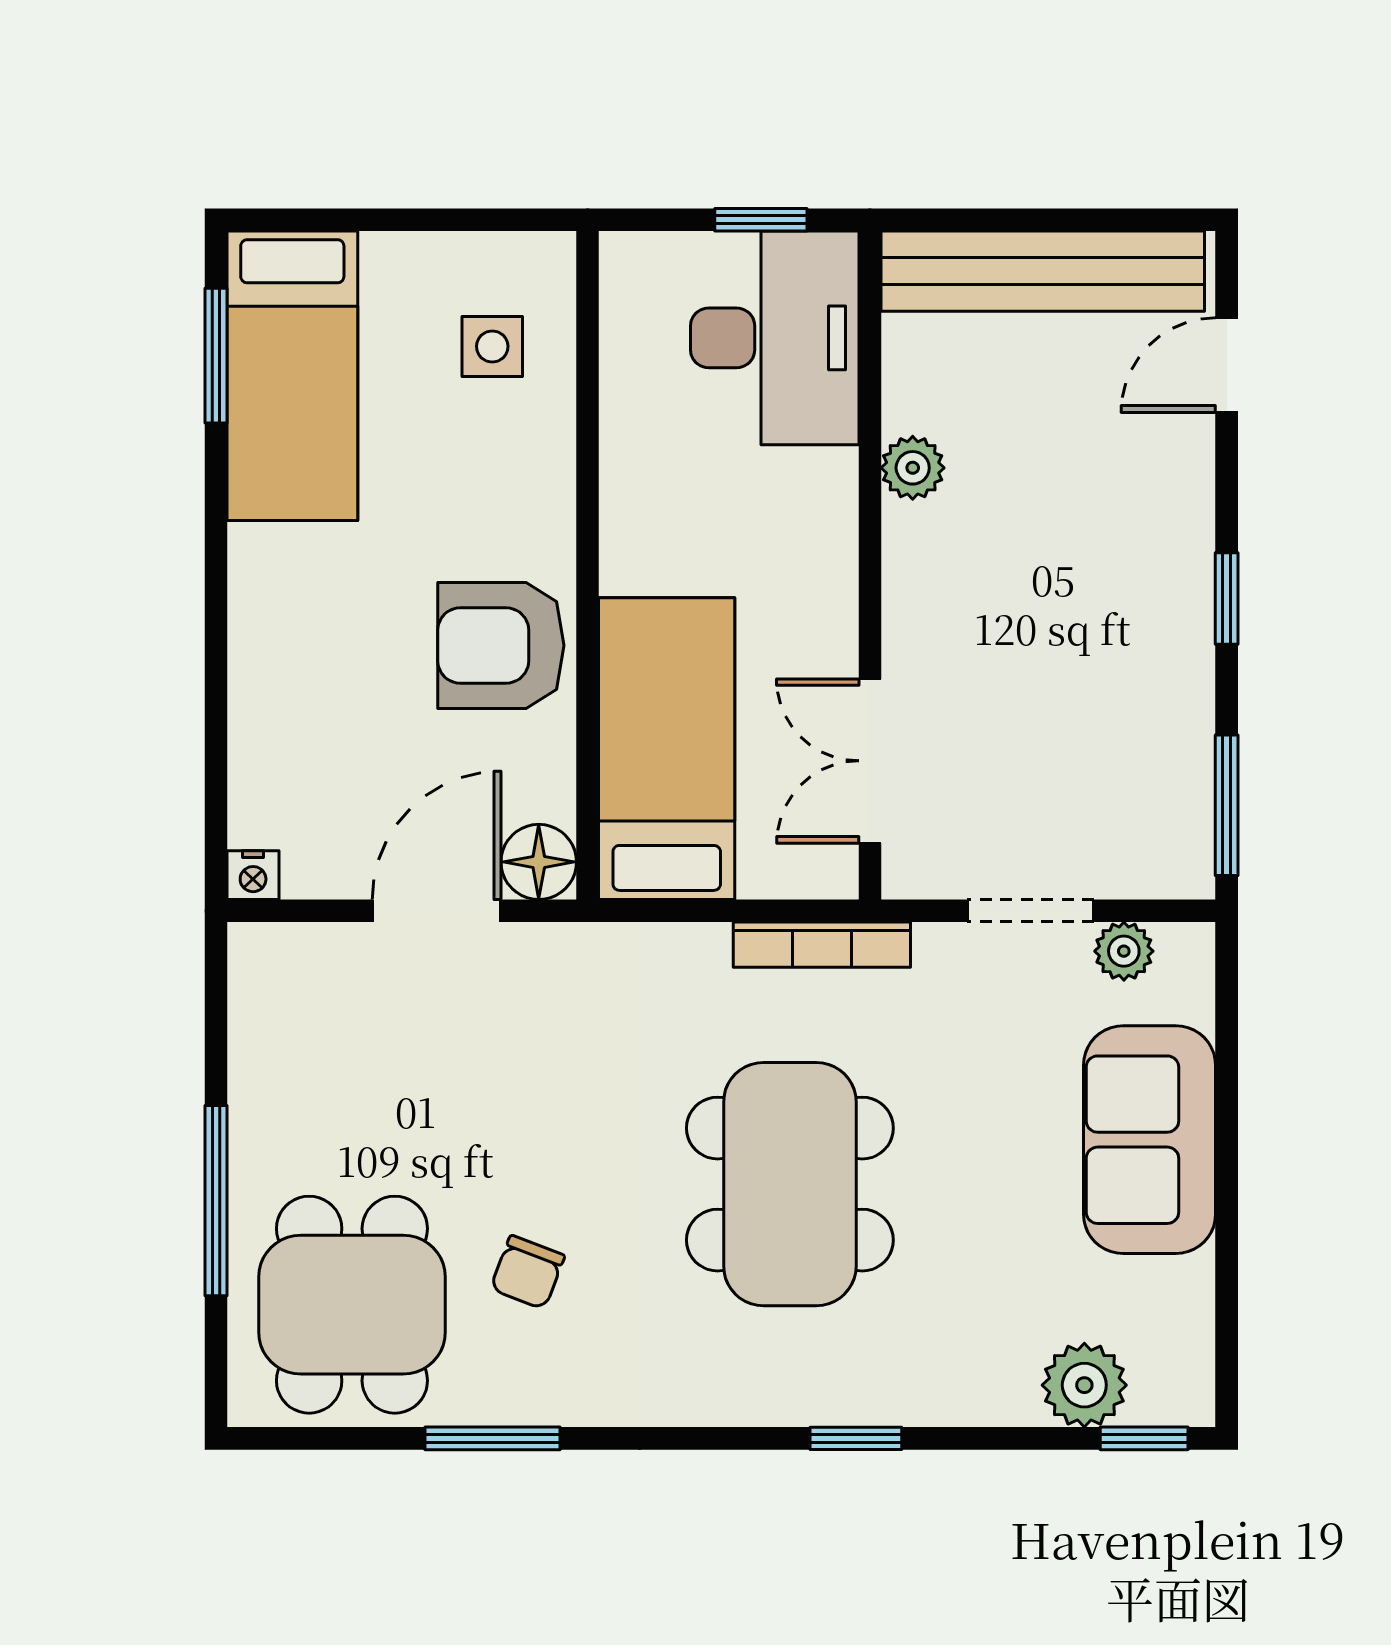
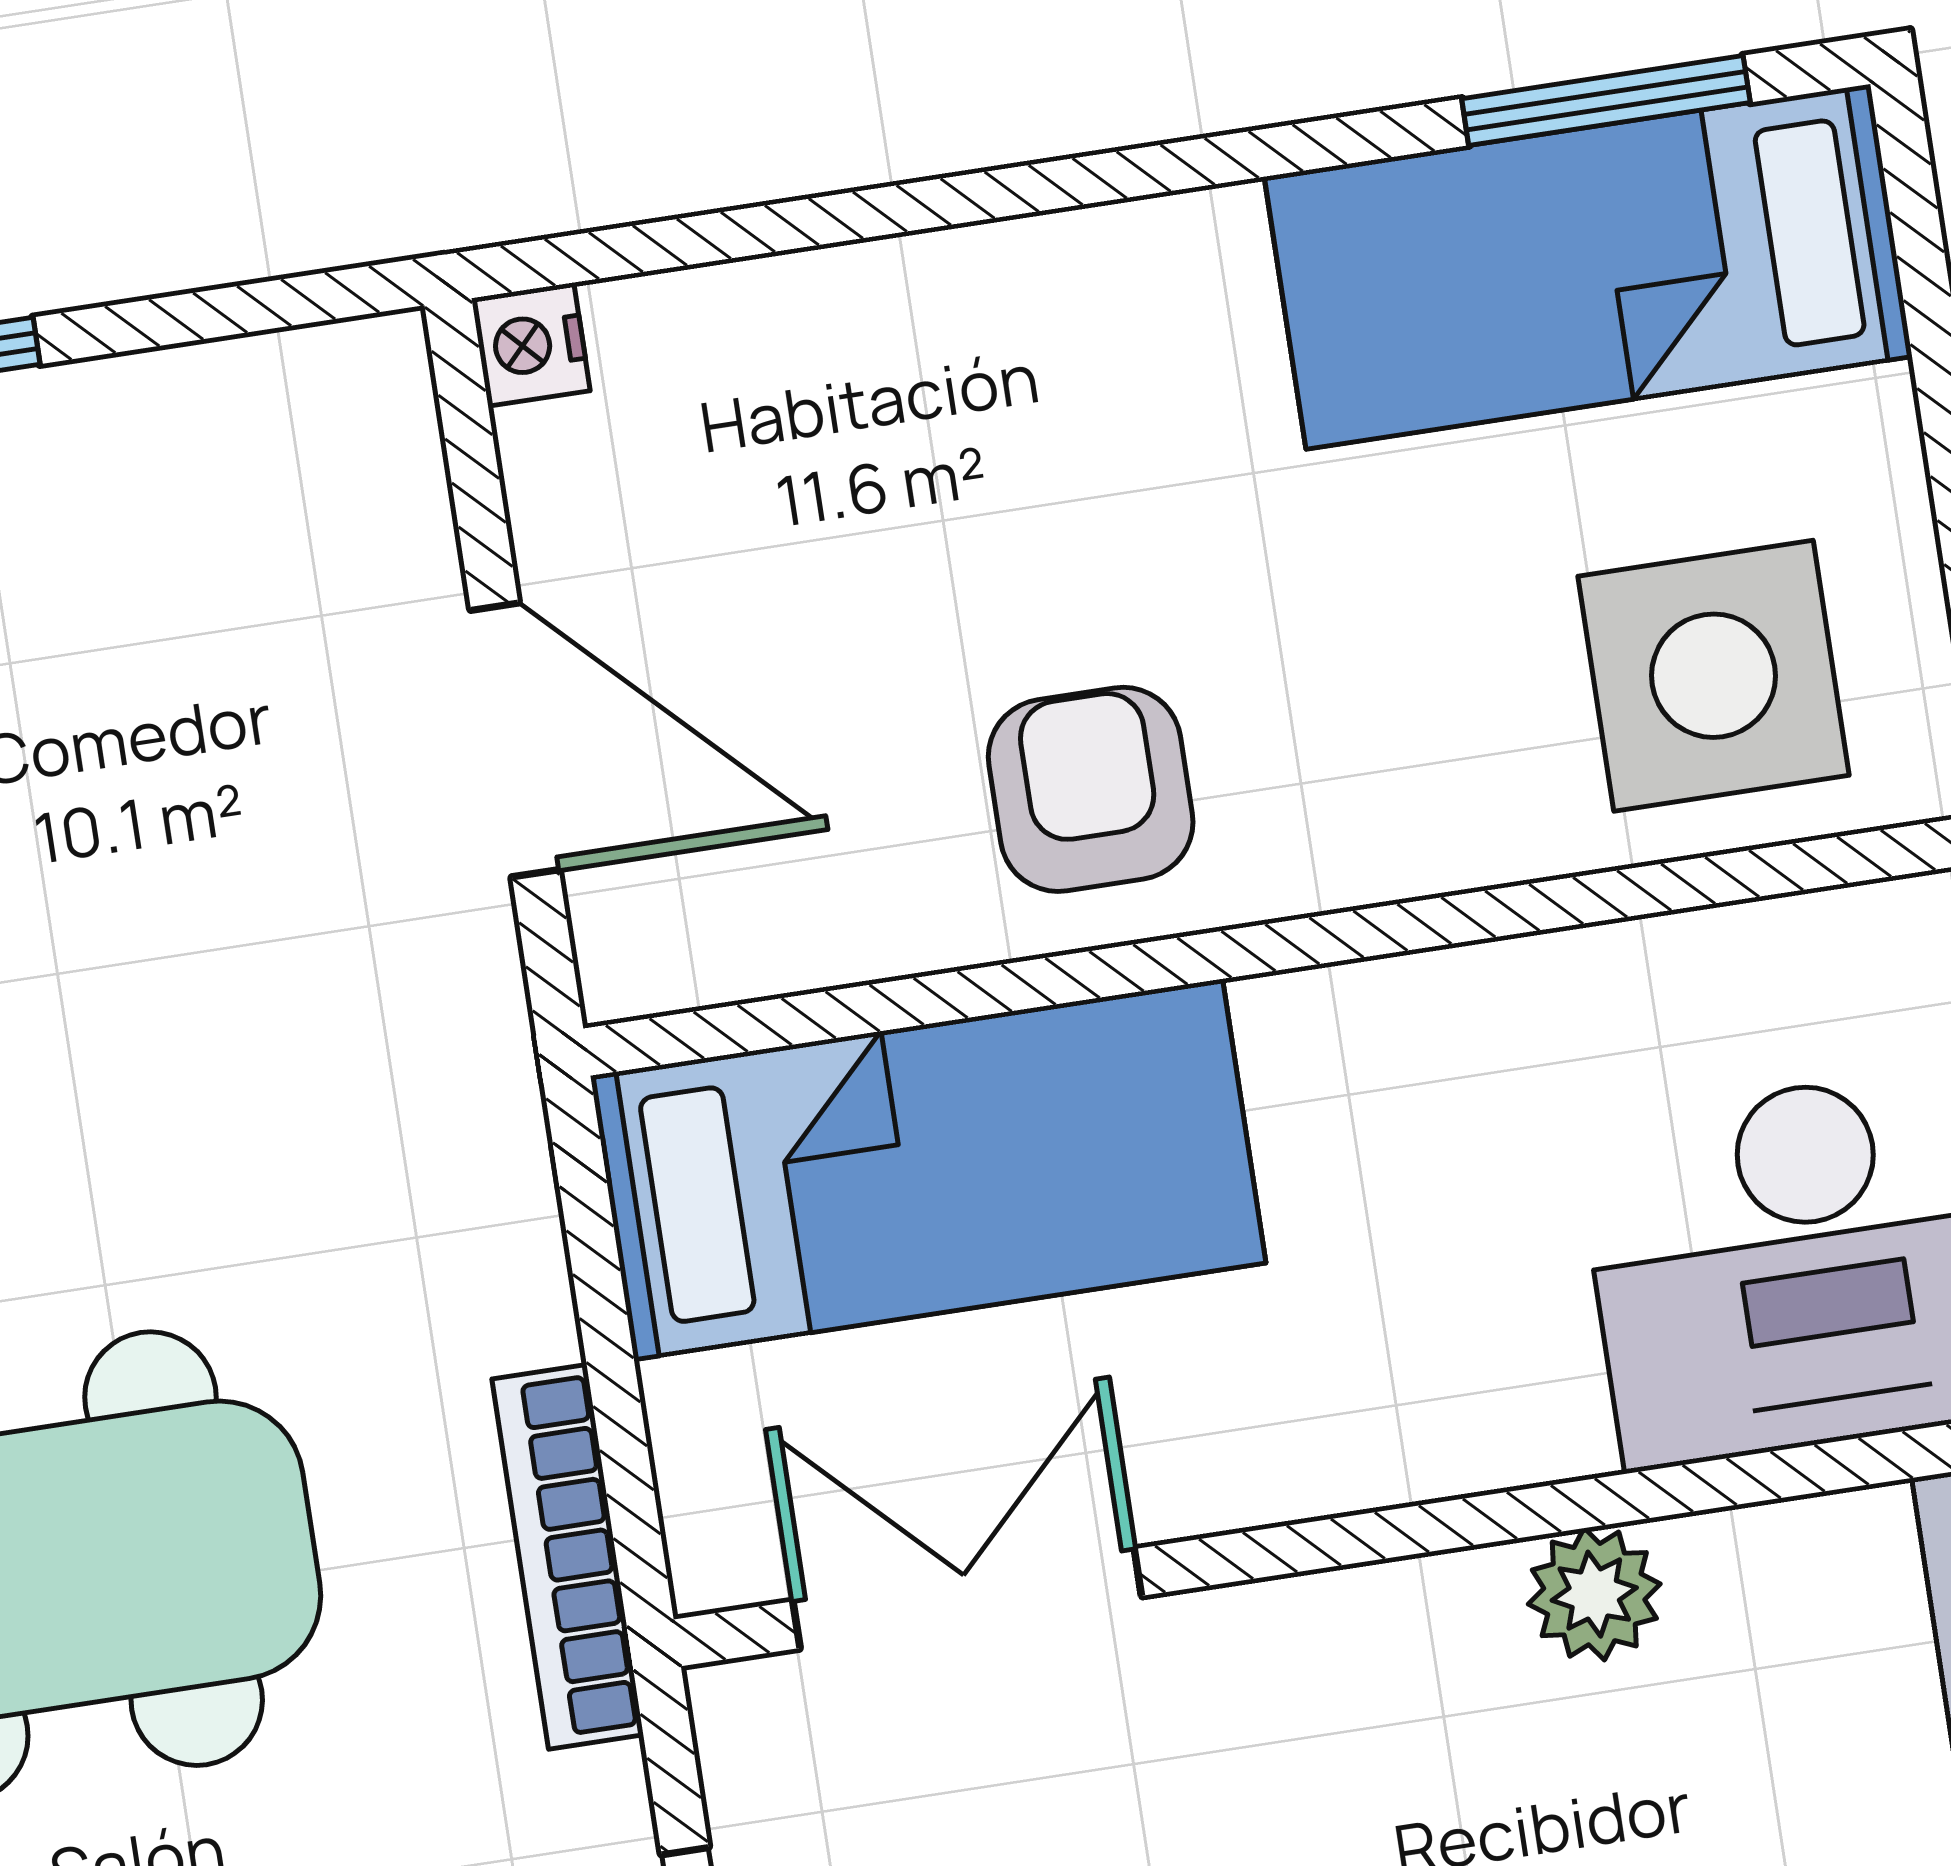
side table: (492, 346) -> (1714, 676), width x1.87, depth x1.87
armchair: (501, 645) -> (1091, 789), width x0.72, depth x0.72
floor lamp: (539, 862) -> (650, 938), removed

